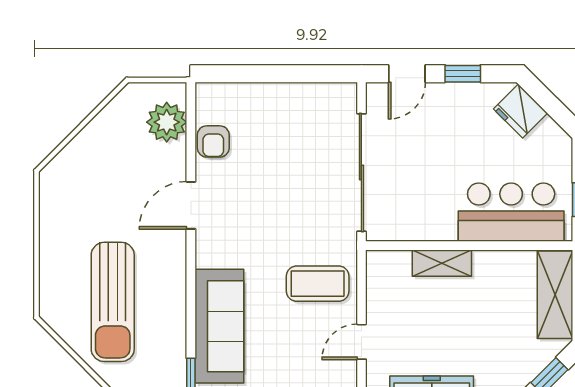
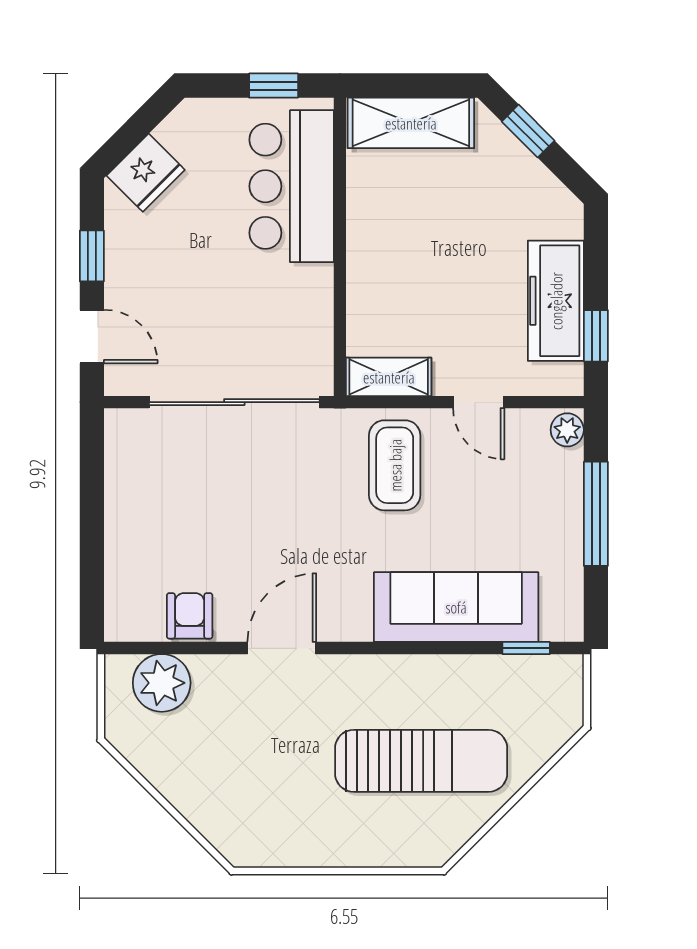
armchair: (213, 141) -> (190, 616), turned -90
door: (191, 205) -> (282, 648), swing flipped
shelving: (442, 263) -> (389, 377), moved, turned 90

